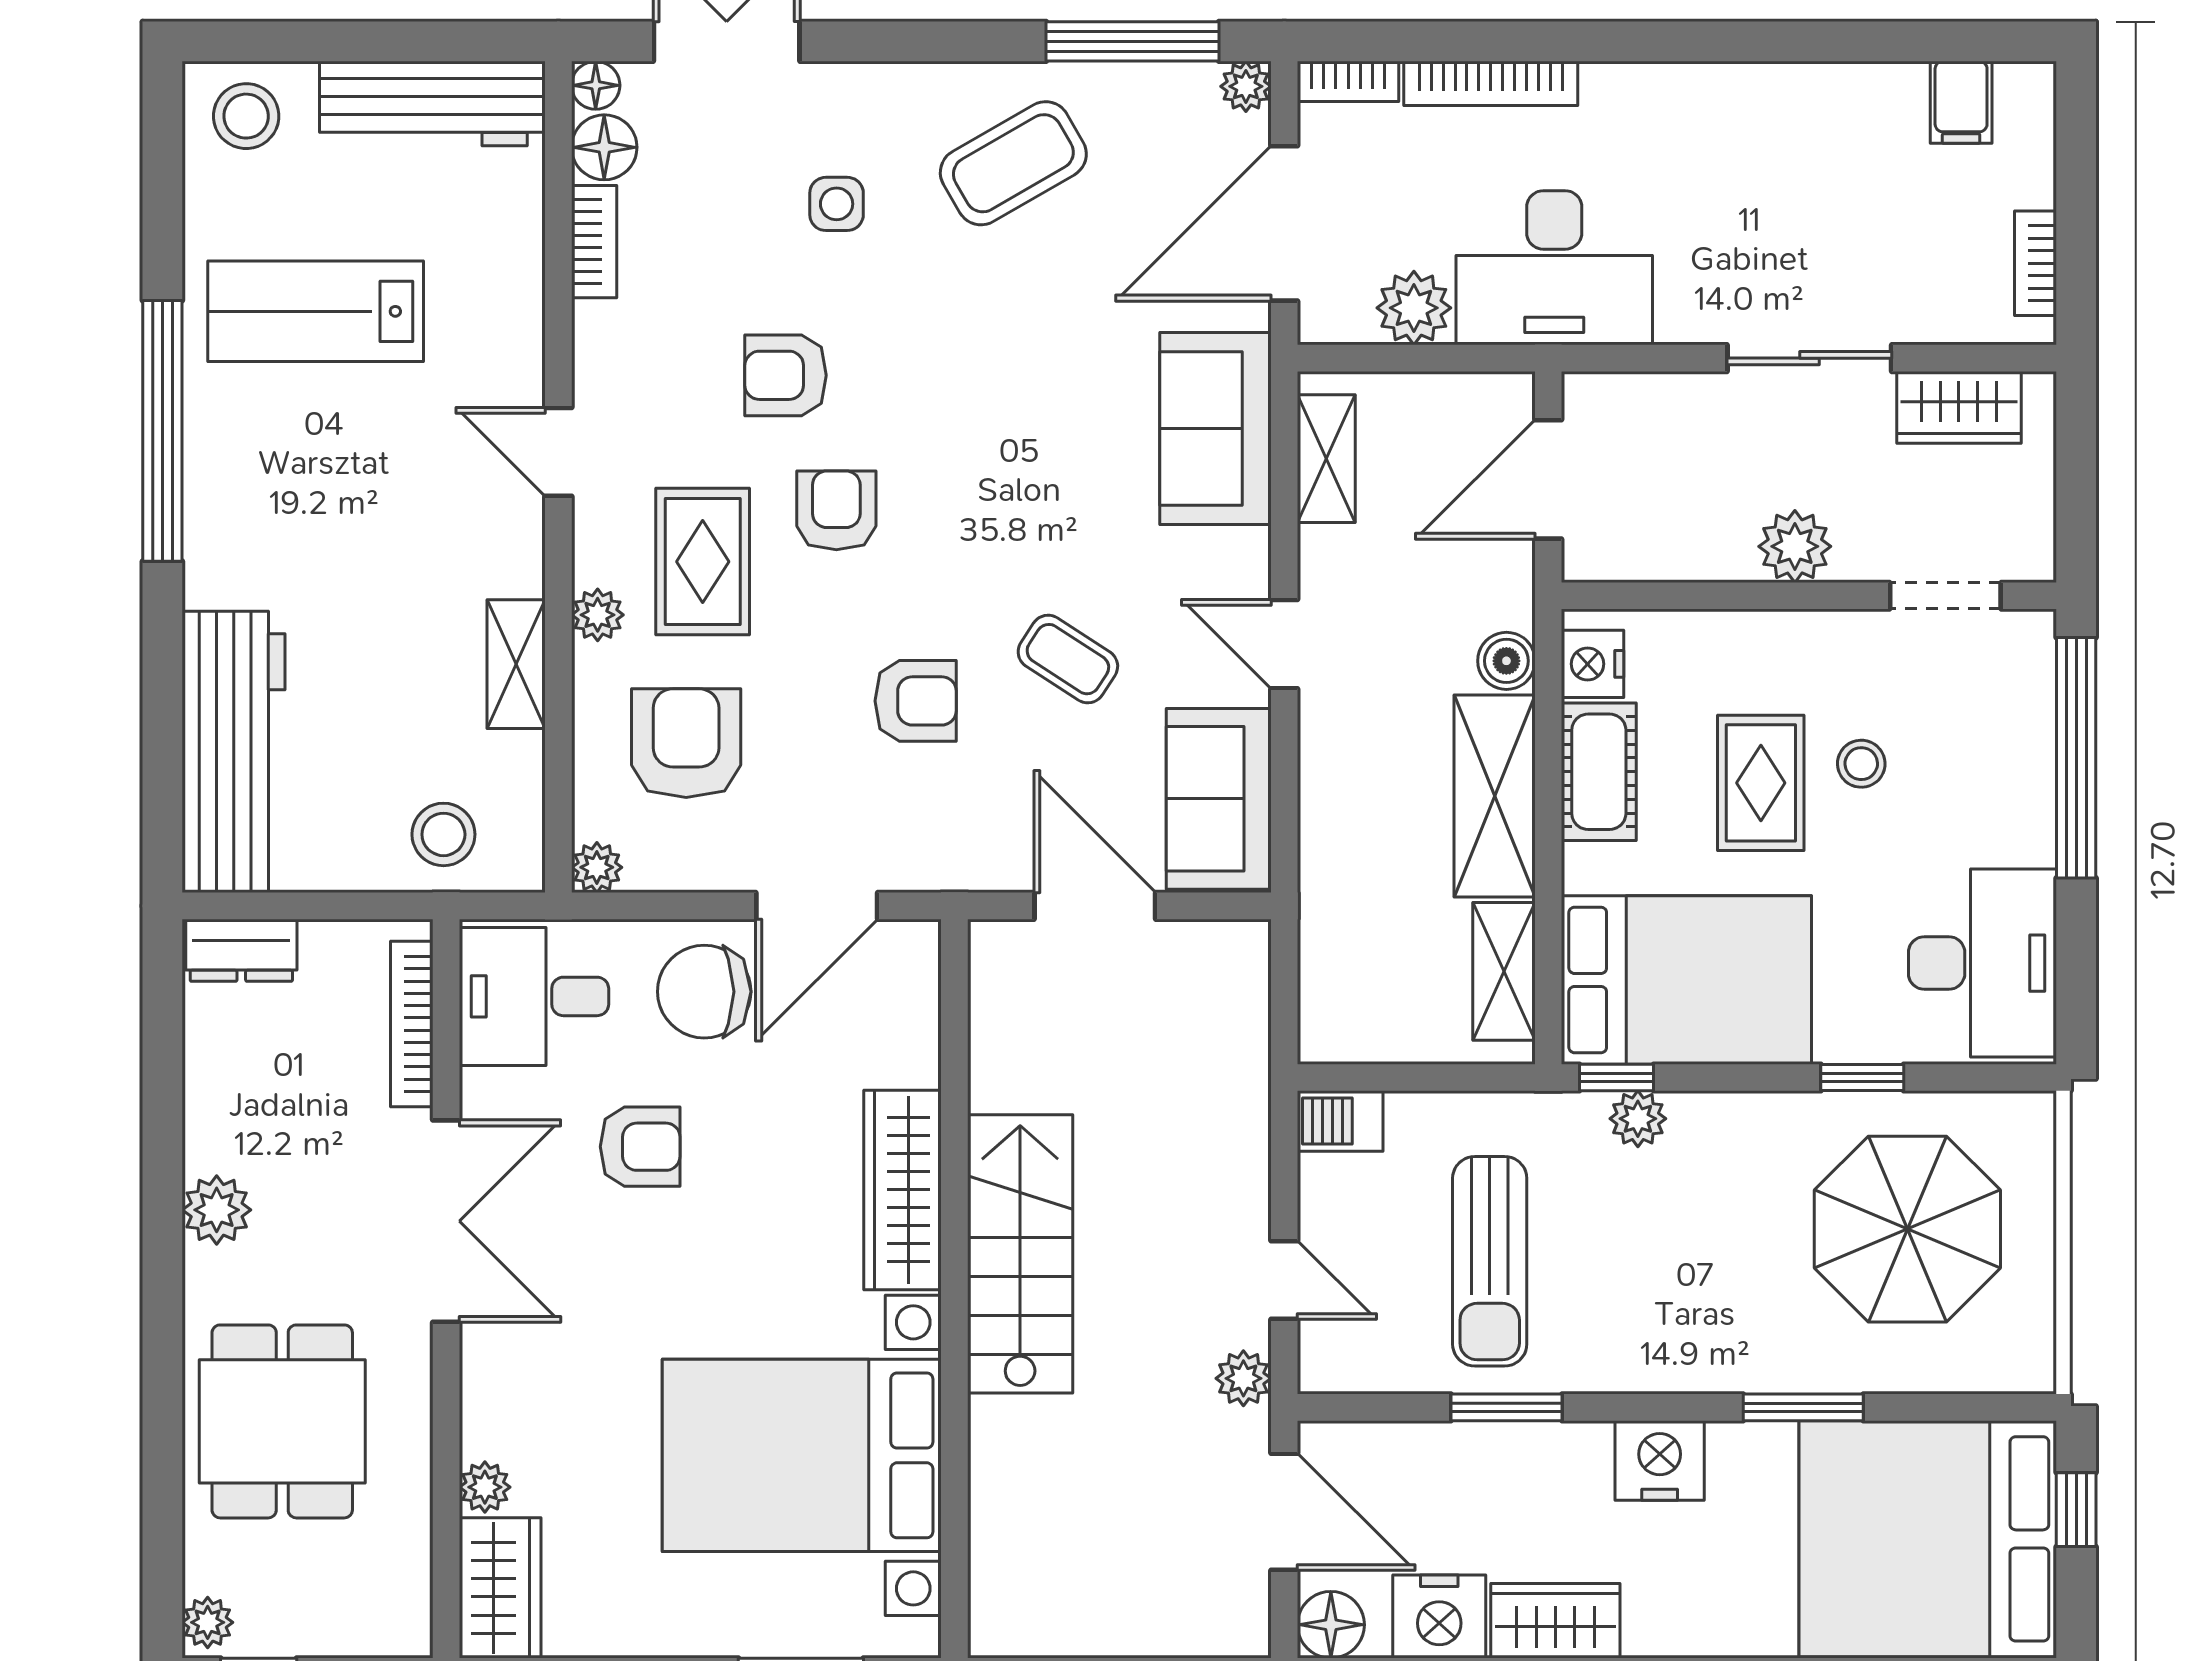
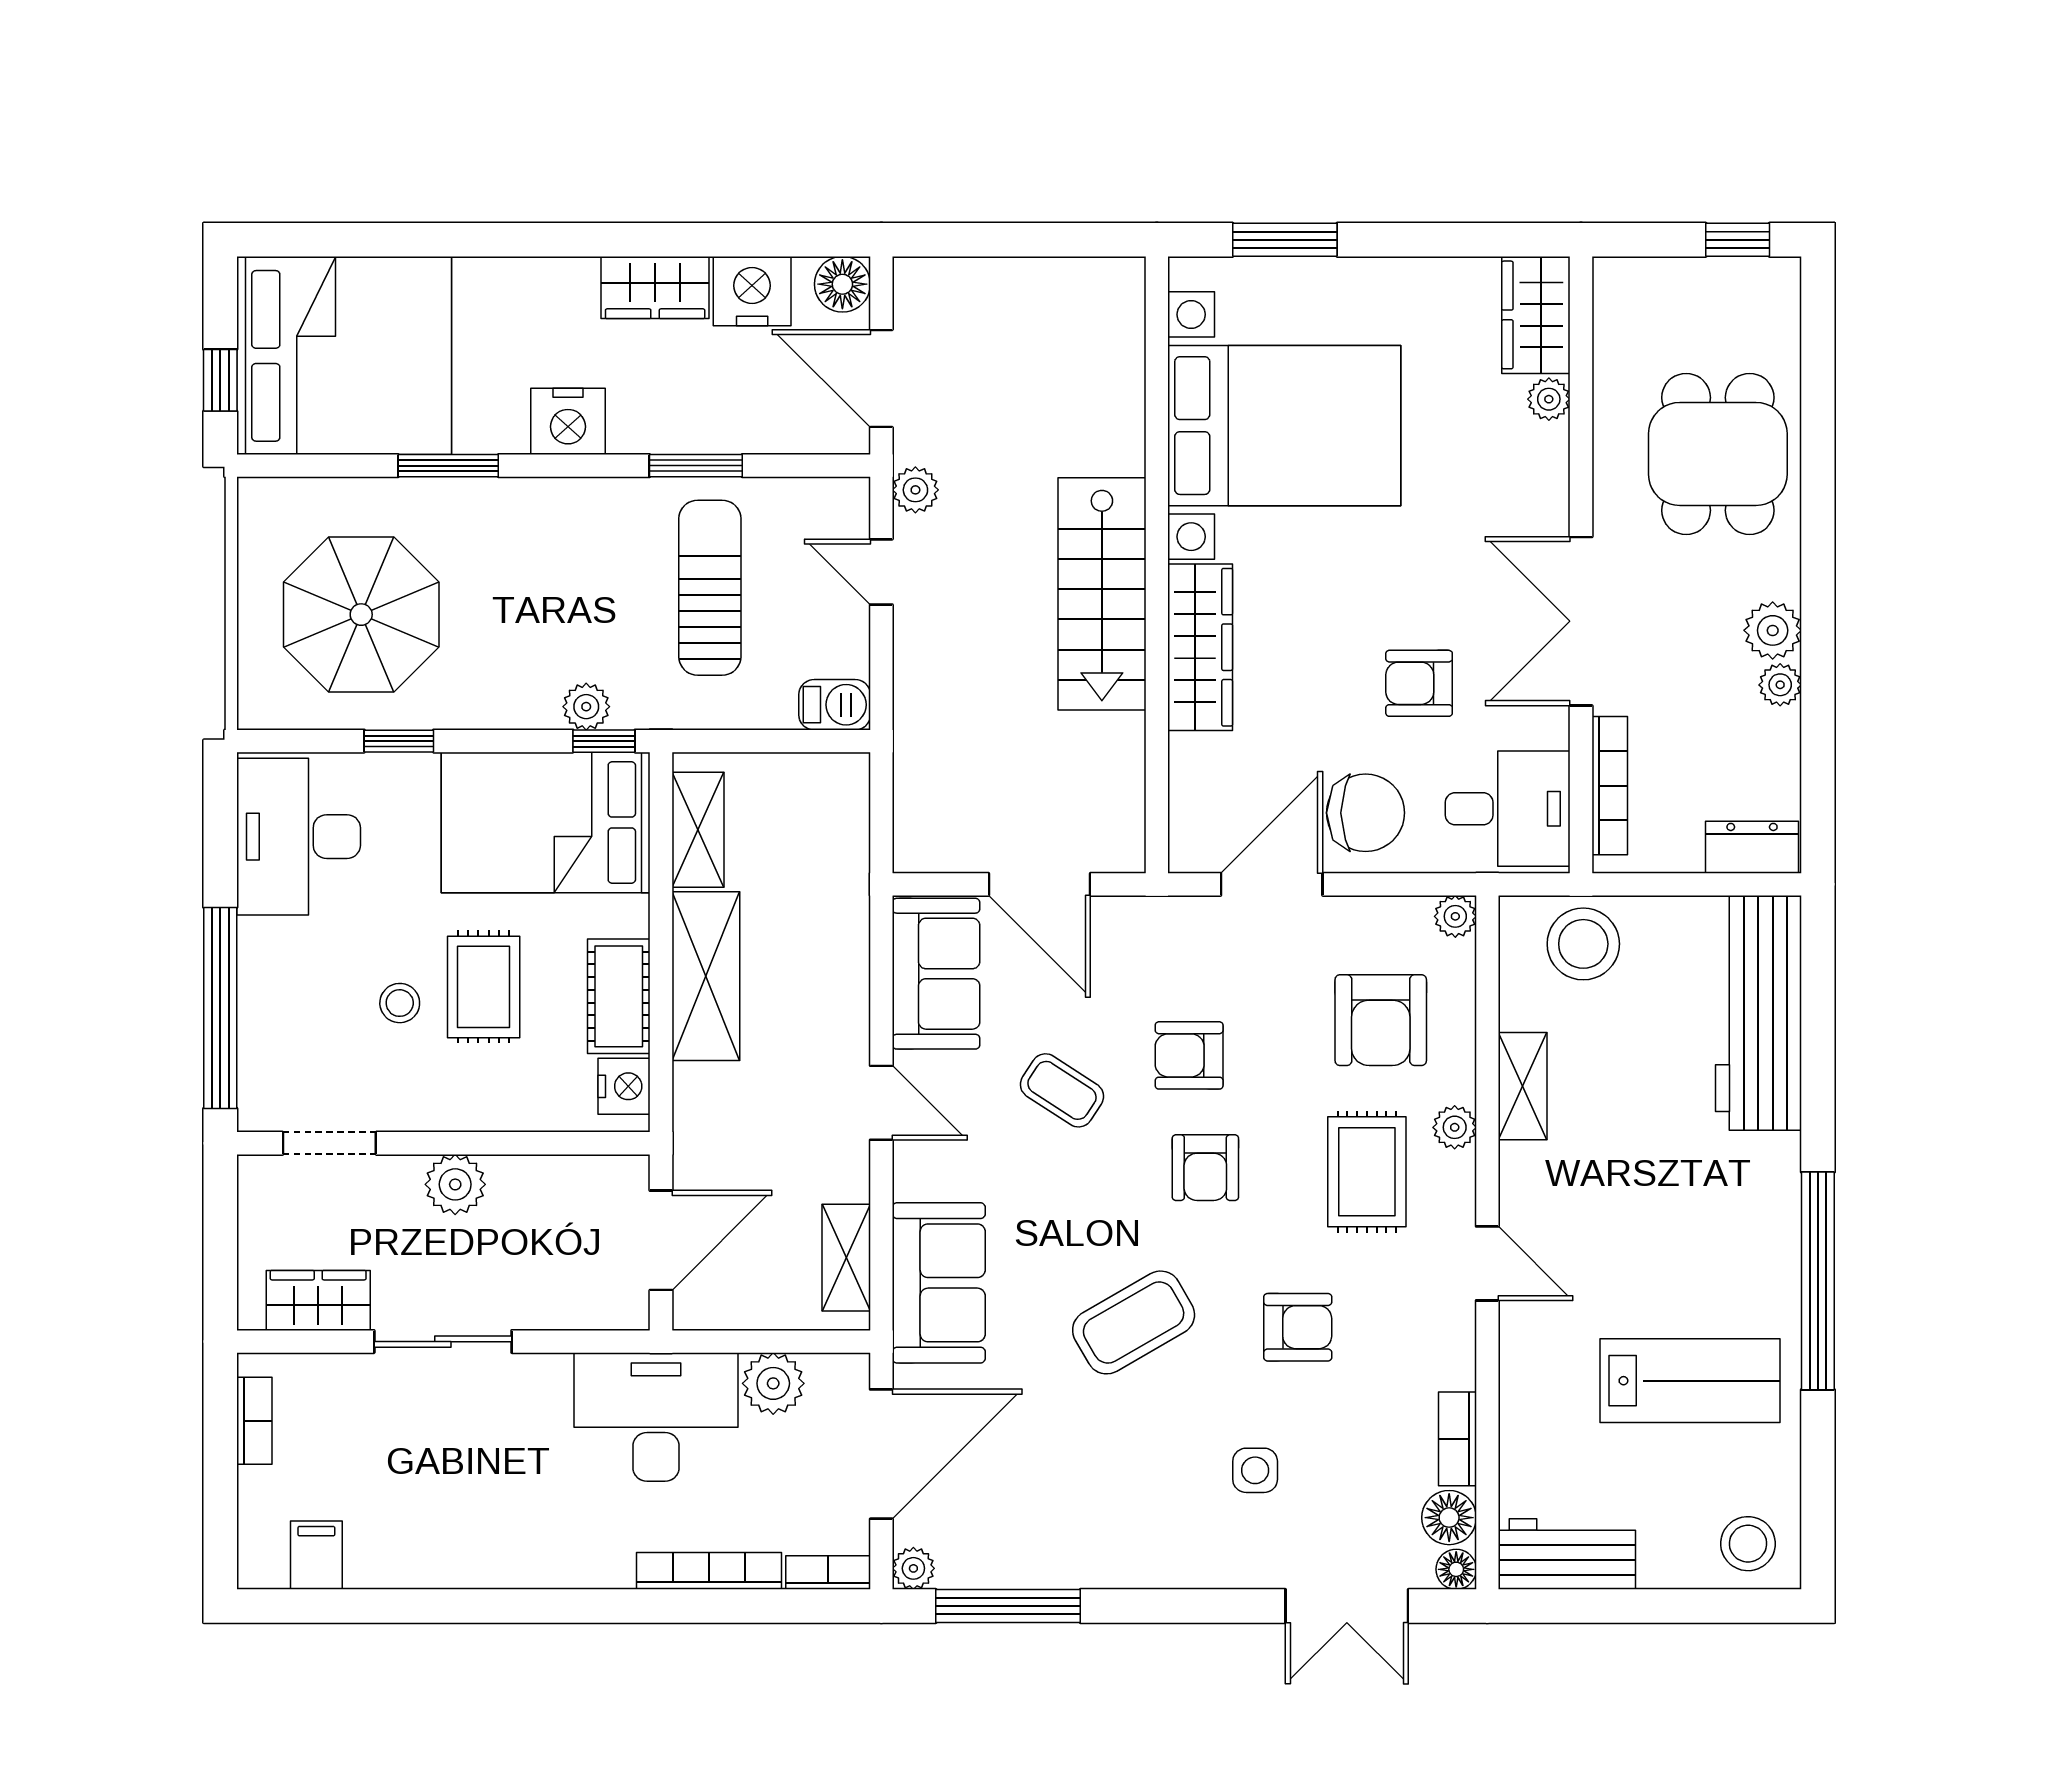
workbench: (432, 104) -> (1567, 1554), width x0.73
coffee table: (1013, 163) -> (1134, 1322), moved
armchair: (836, 510) -> (1205, 1168), moved
boiler: (1506, 661) -> (696, 1089), removed
stool: (443, 834) -> (1583, 944), width x1.38, depth x1.38
plant: (208, 1622) -> (1780, 685), moved

